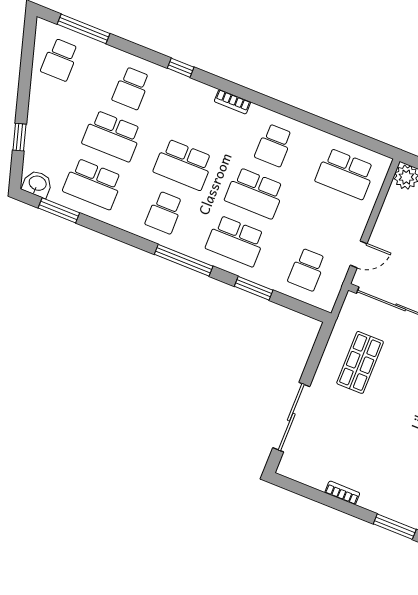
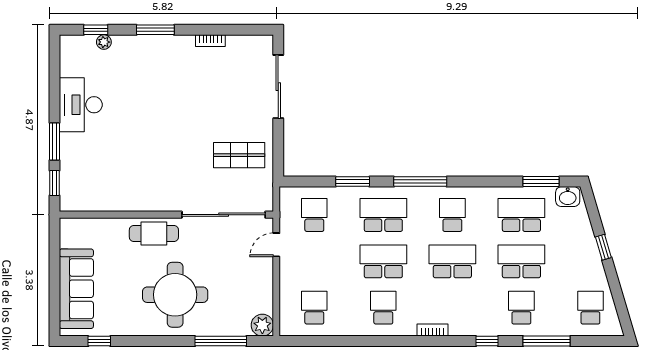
window: (83, 29) -> (547, 341), moved
window: (20, 137) -> (603, 247), moved
school desk: (345, 174) -> (314, 308), width x0.54
shop shelf: (360, 362) -> (239, 155), turned 90

